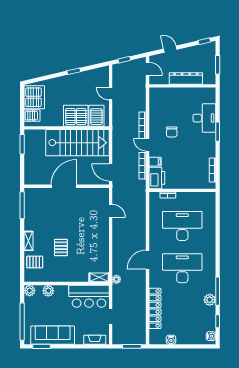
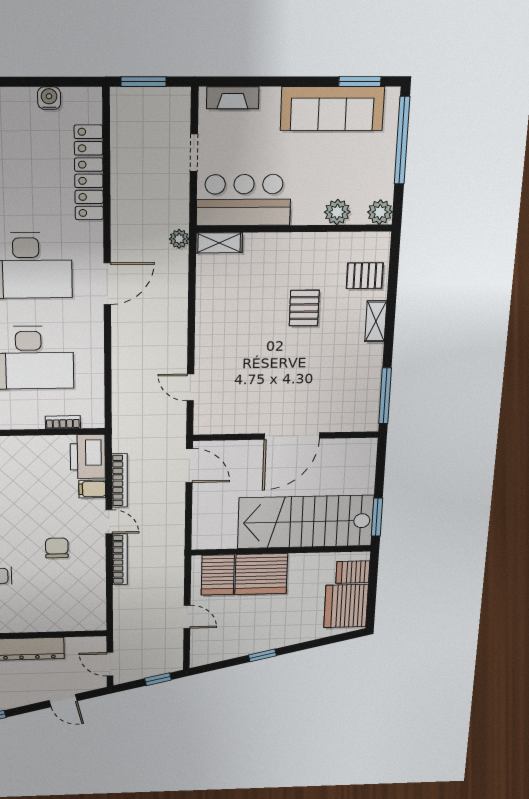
stairs: (78, 143) -> (306, 522), moved

